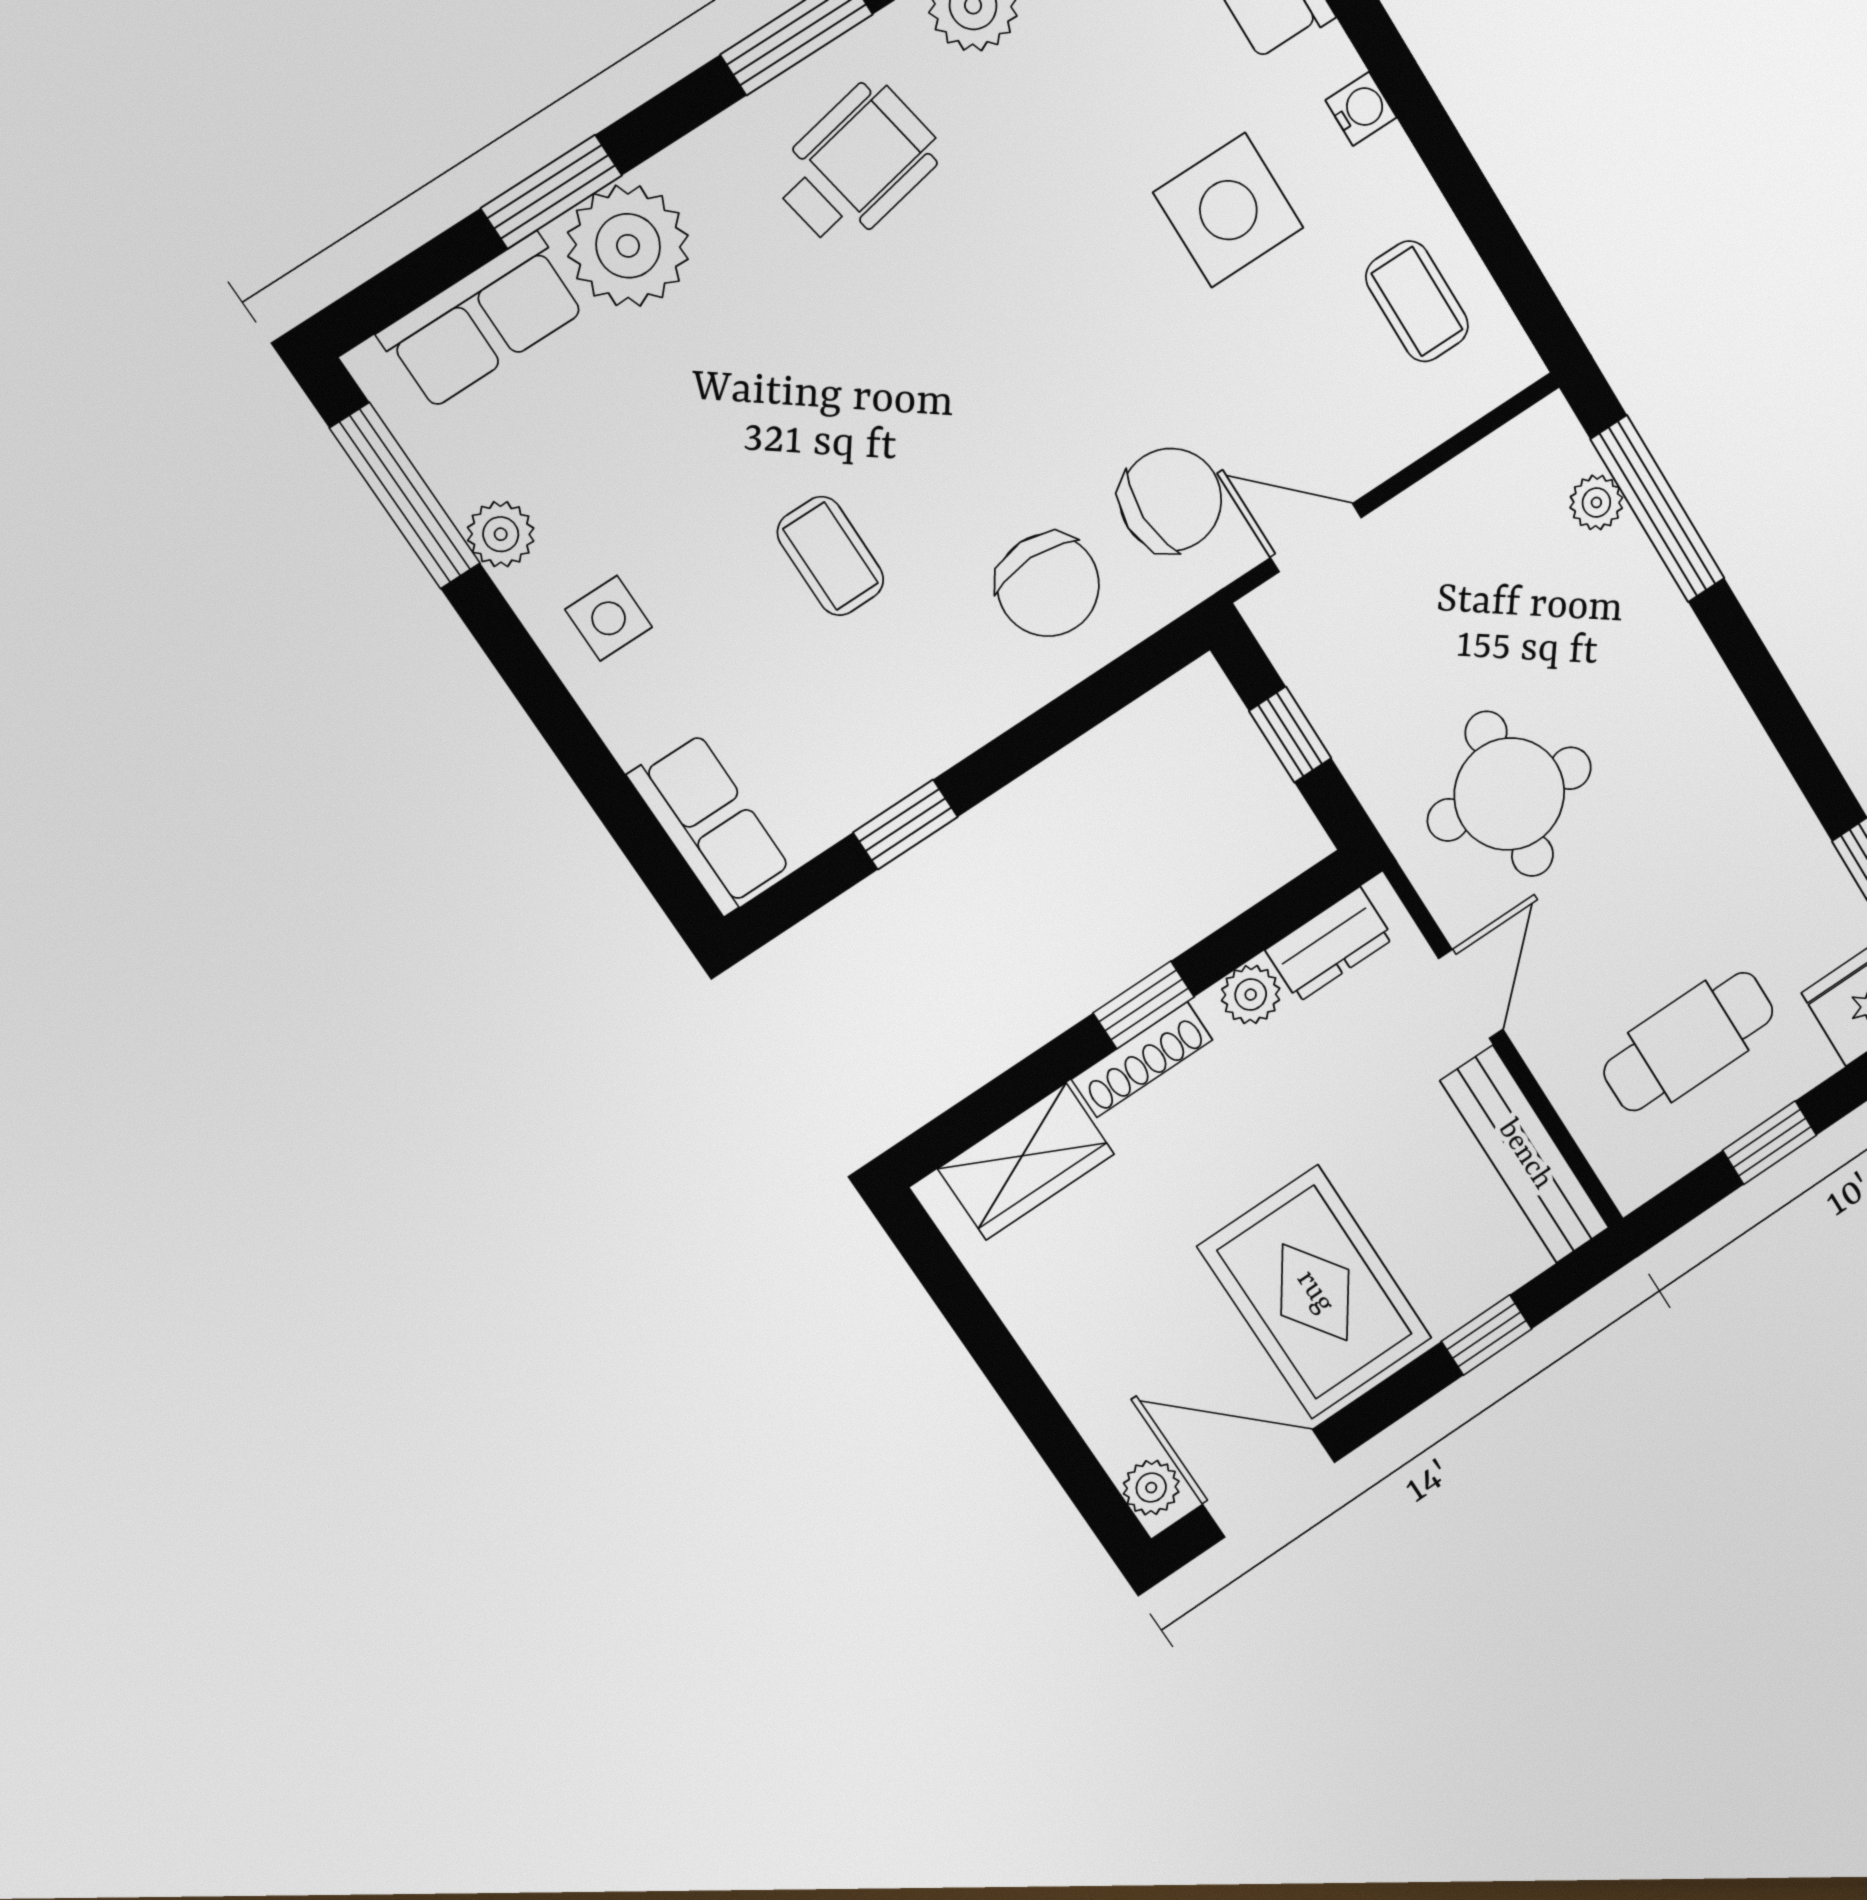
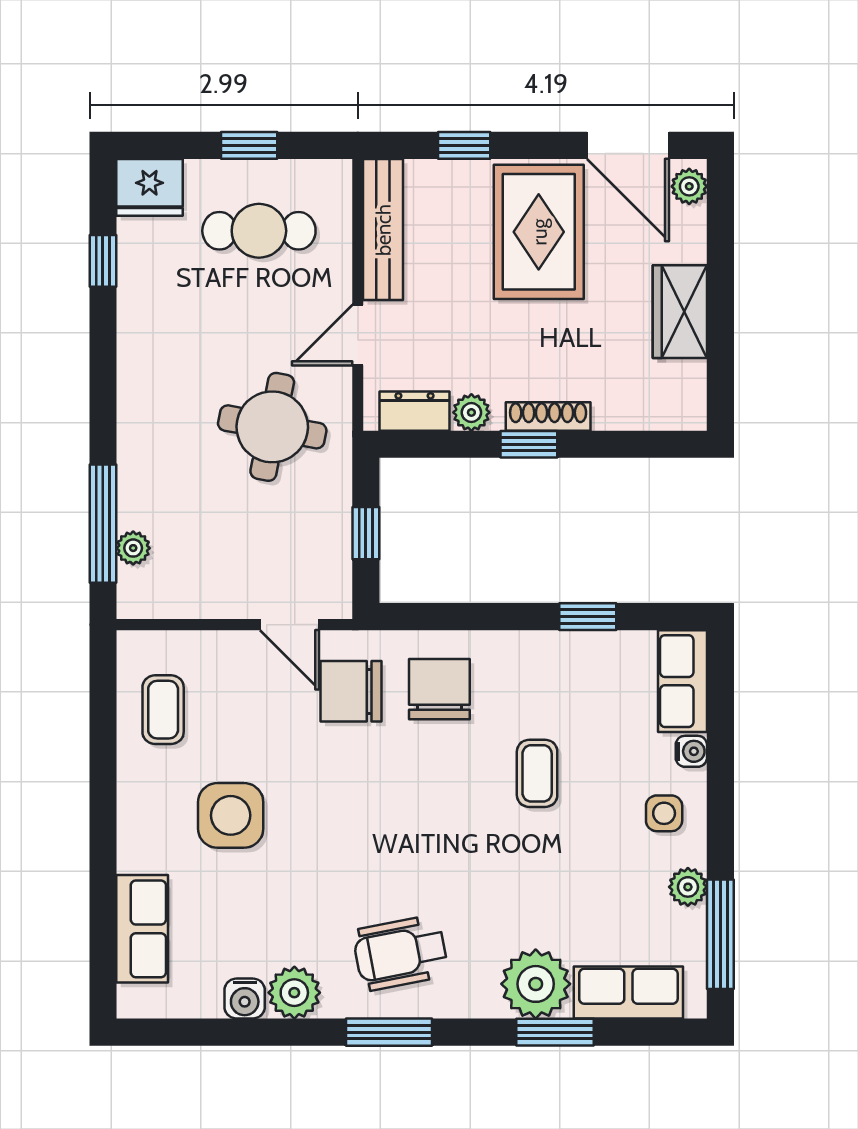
water cooler: (1361, 109) -> (691, 751), moved, turned 180
wardrobe: (1026, 1161) -> (680, 312), moved, turned -90

